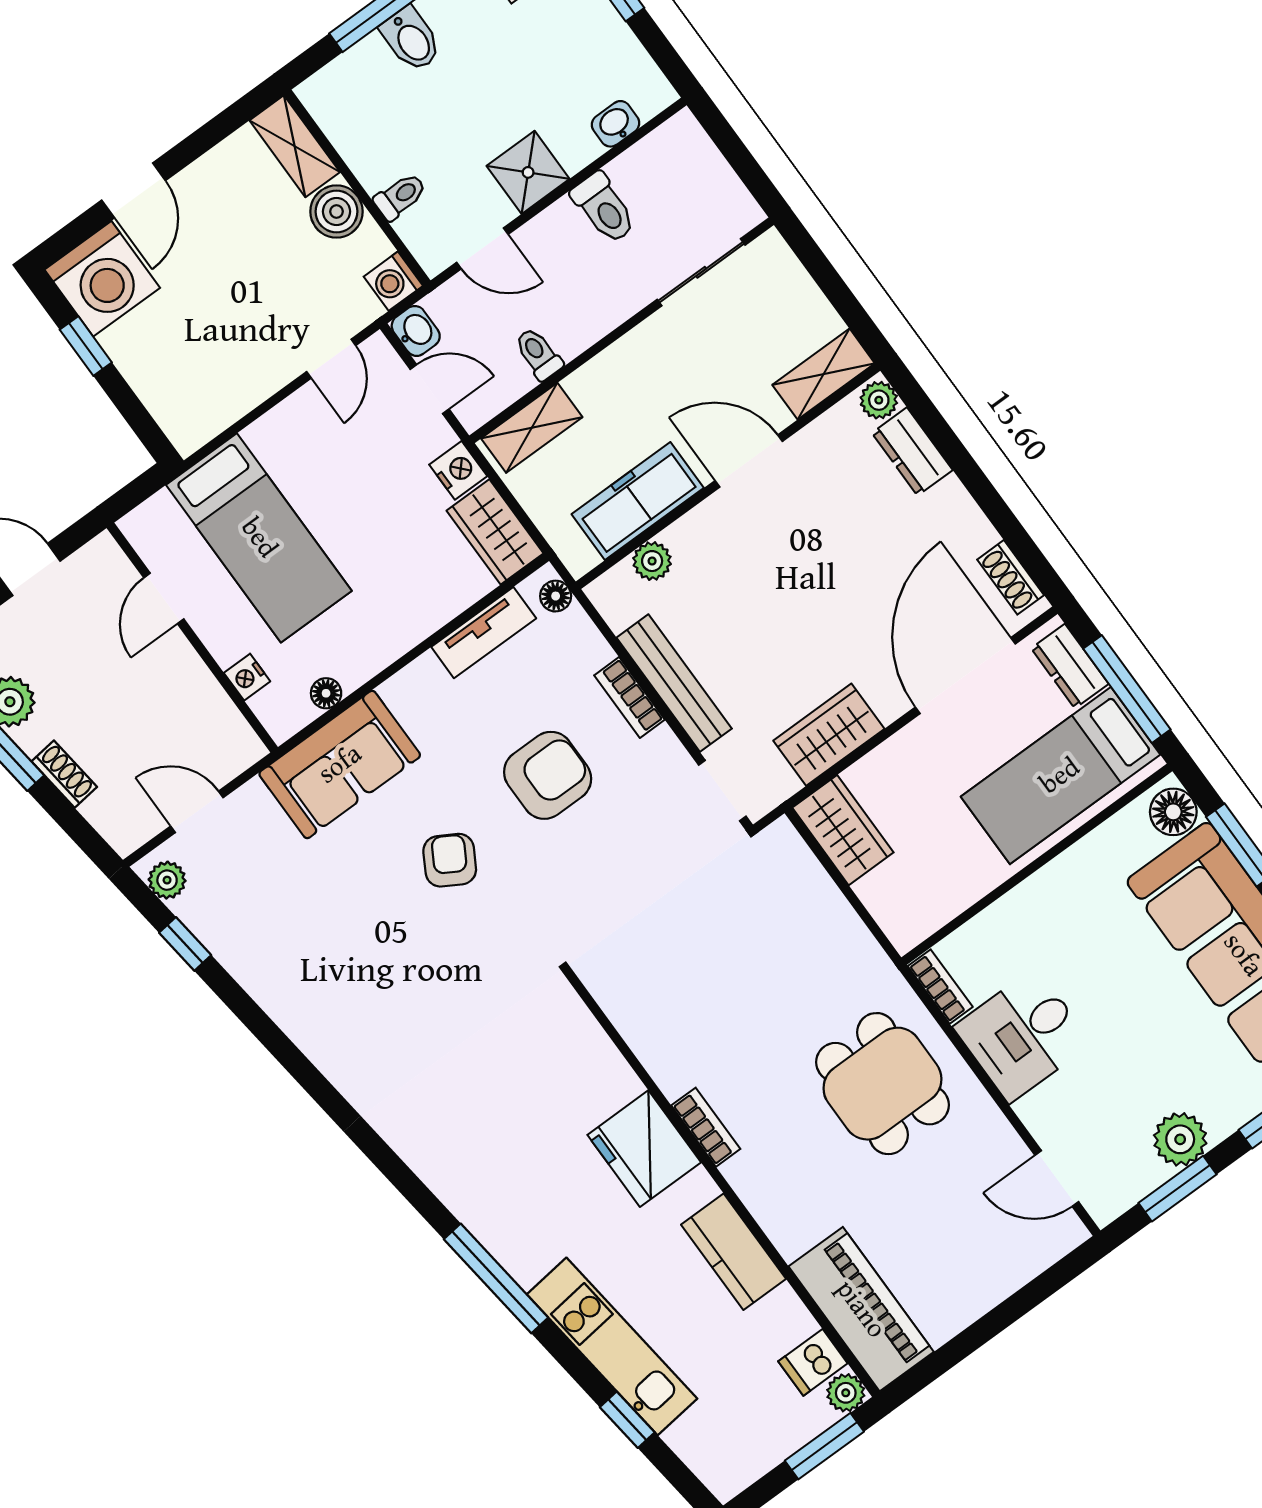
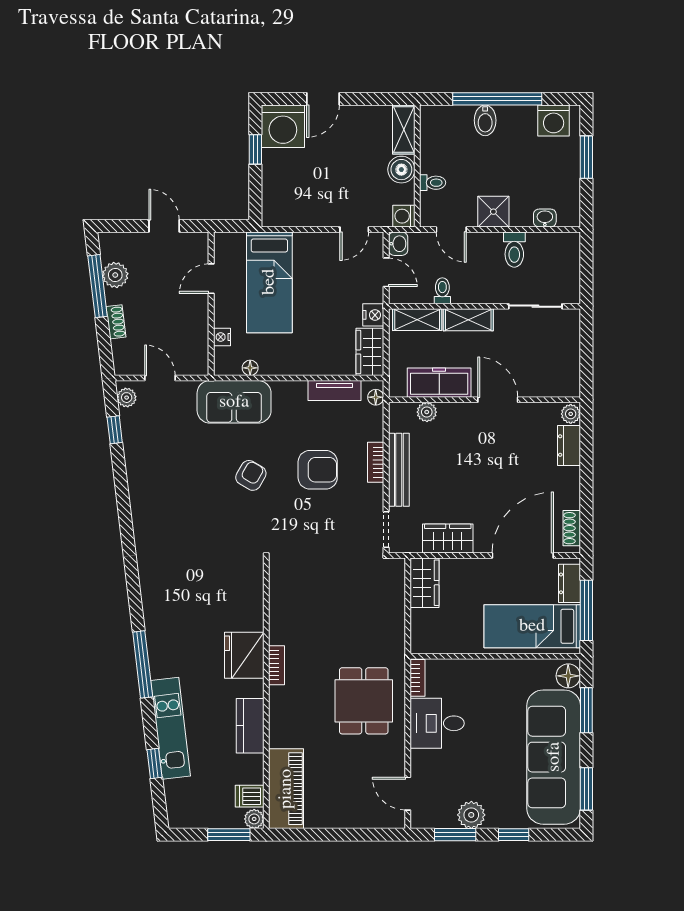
shelving: (824, 374) -> (468, 320), moved

